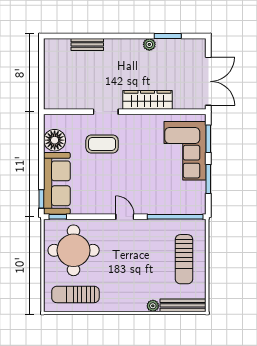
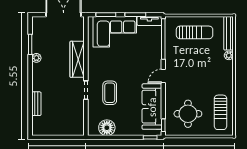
sofa: (57, 183) -> (152, 107), moved, turned -90
tv unit: (200, 198) -> (149, 21), added
round table: (74, 250) -> (188, 114), width x0.73, depth x0.73

